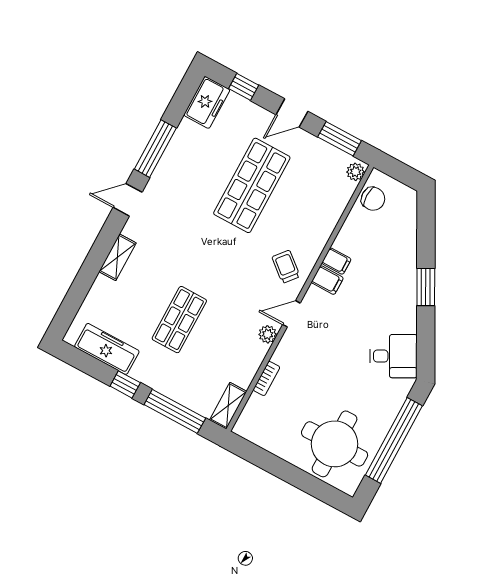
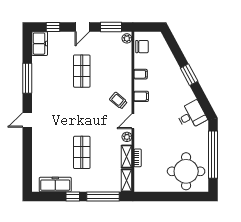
shop shelf: (252, 185) -> (82, 71), width x0.70, depth x0.74
door: (128, 200) -> (27, 120), moved
shelving: (117, 257) -> (127, 157), moved
filing cabinet: (336, 261) -> (141, 74), moved

